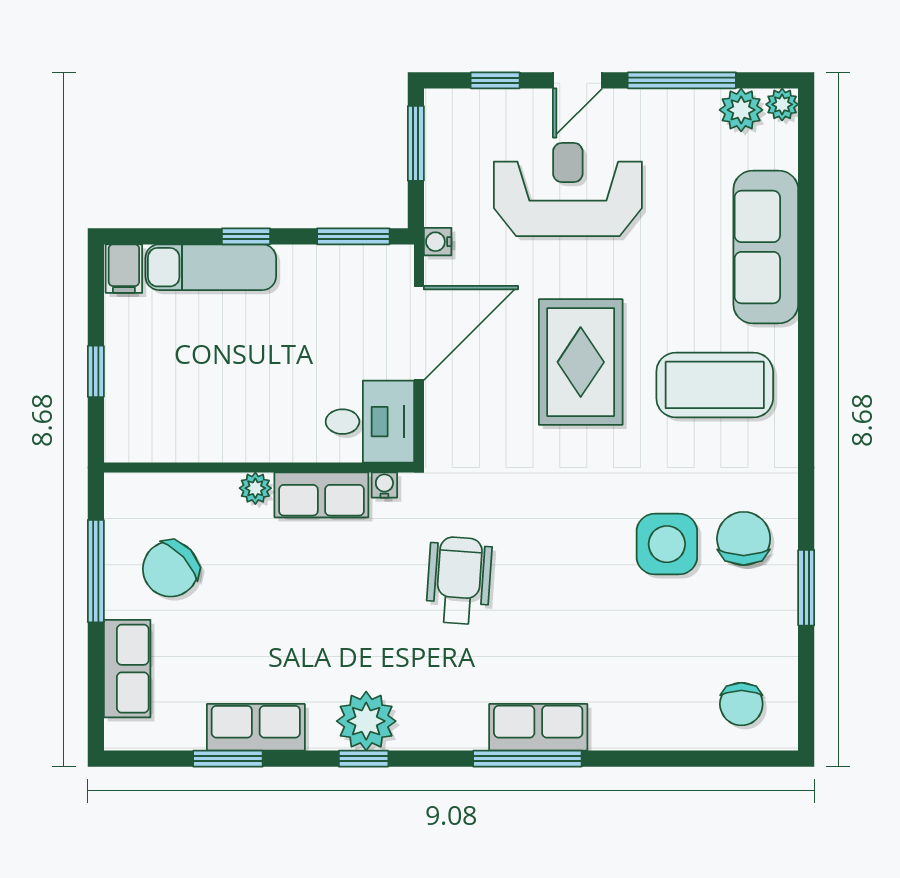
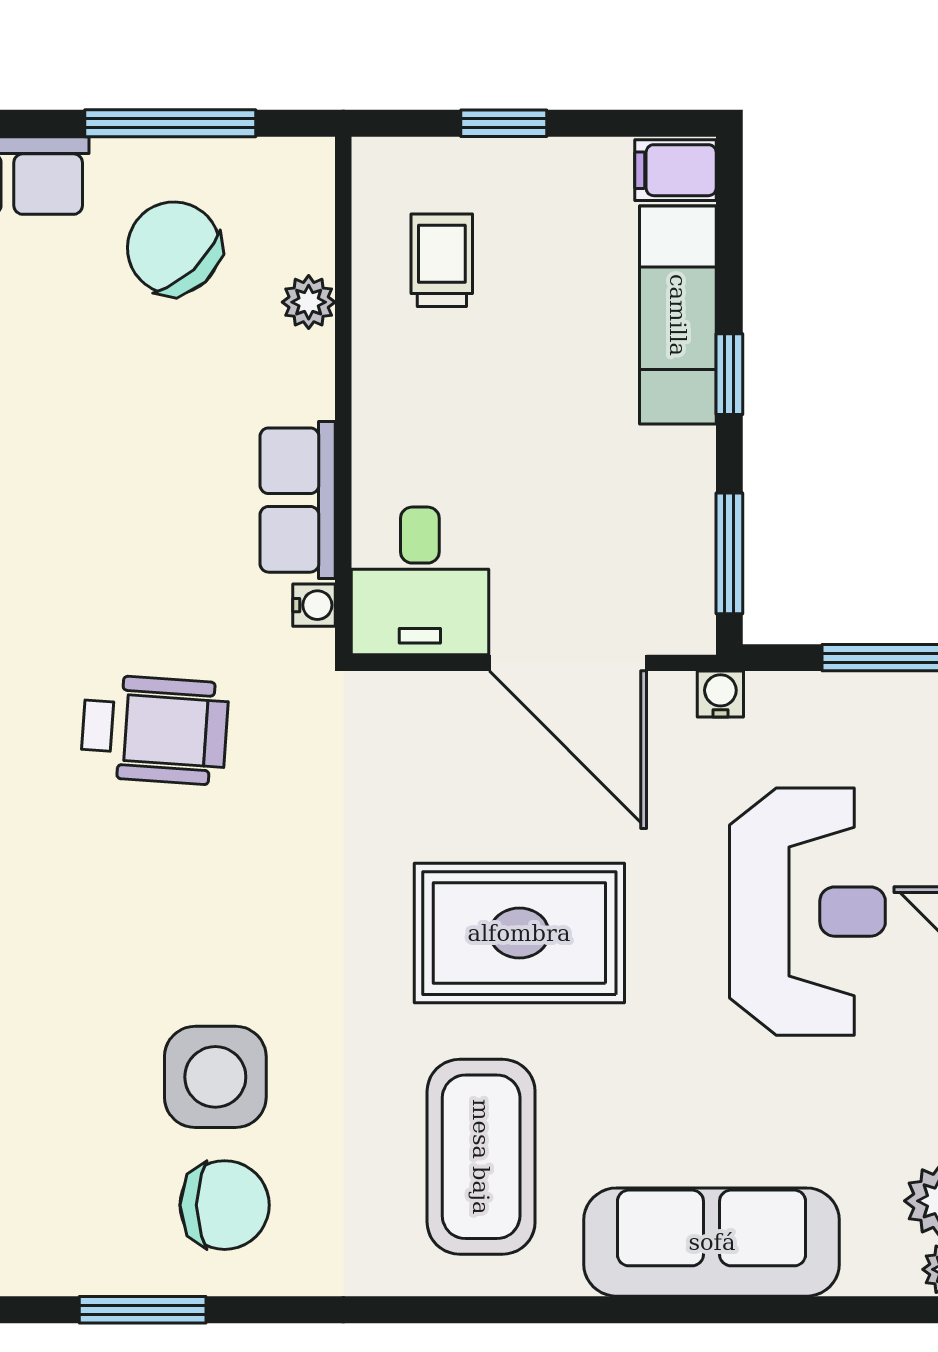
trolley: (178, 408) -> (442, 260), added
plant: (255, 488) -> (309, 302), moved

